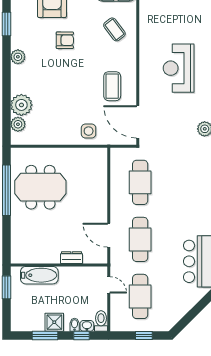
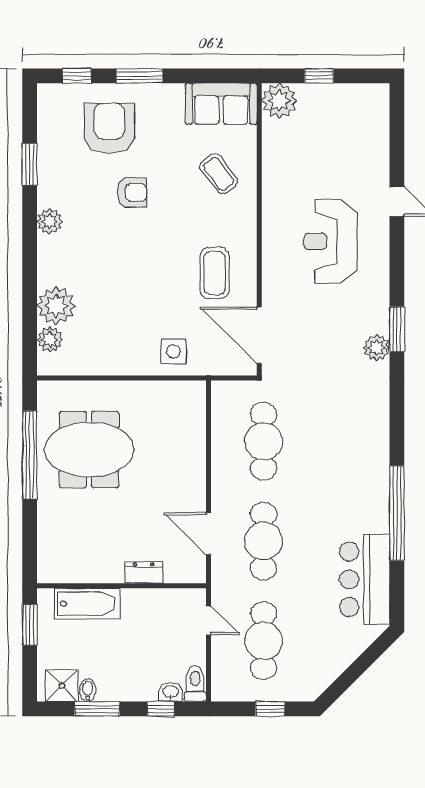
shower: (54, 322) -> (62, 686), moved
bidet: (75, 325) -> (88, 690), moved

